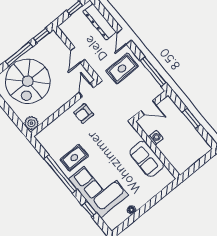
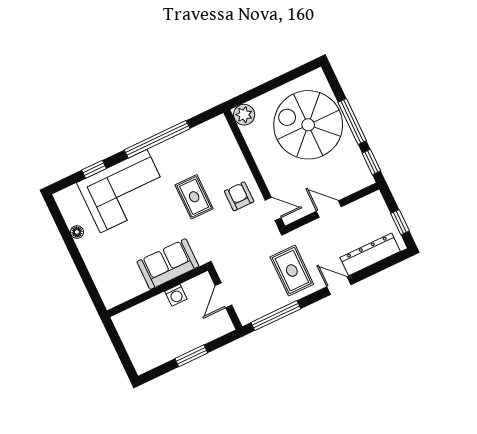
rug: (74, 158) -> (194, 197), moved
sofa: (147, 159) -> (168, 264), moved

